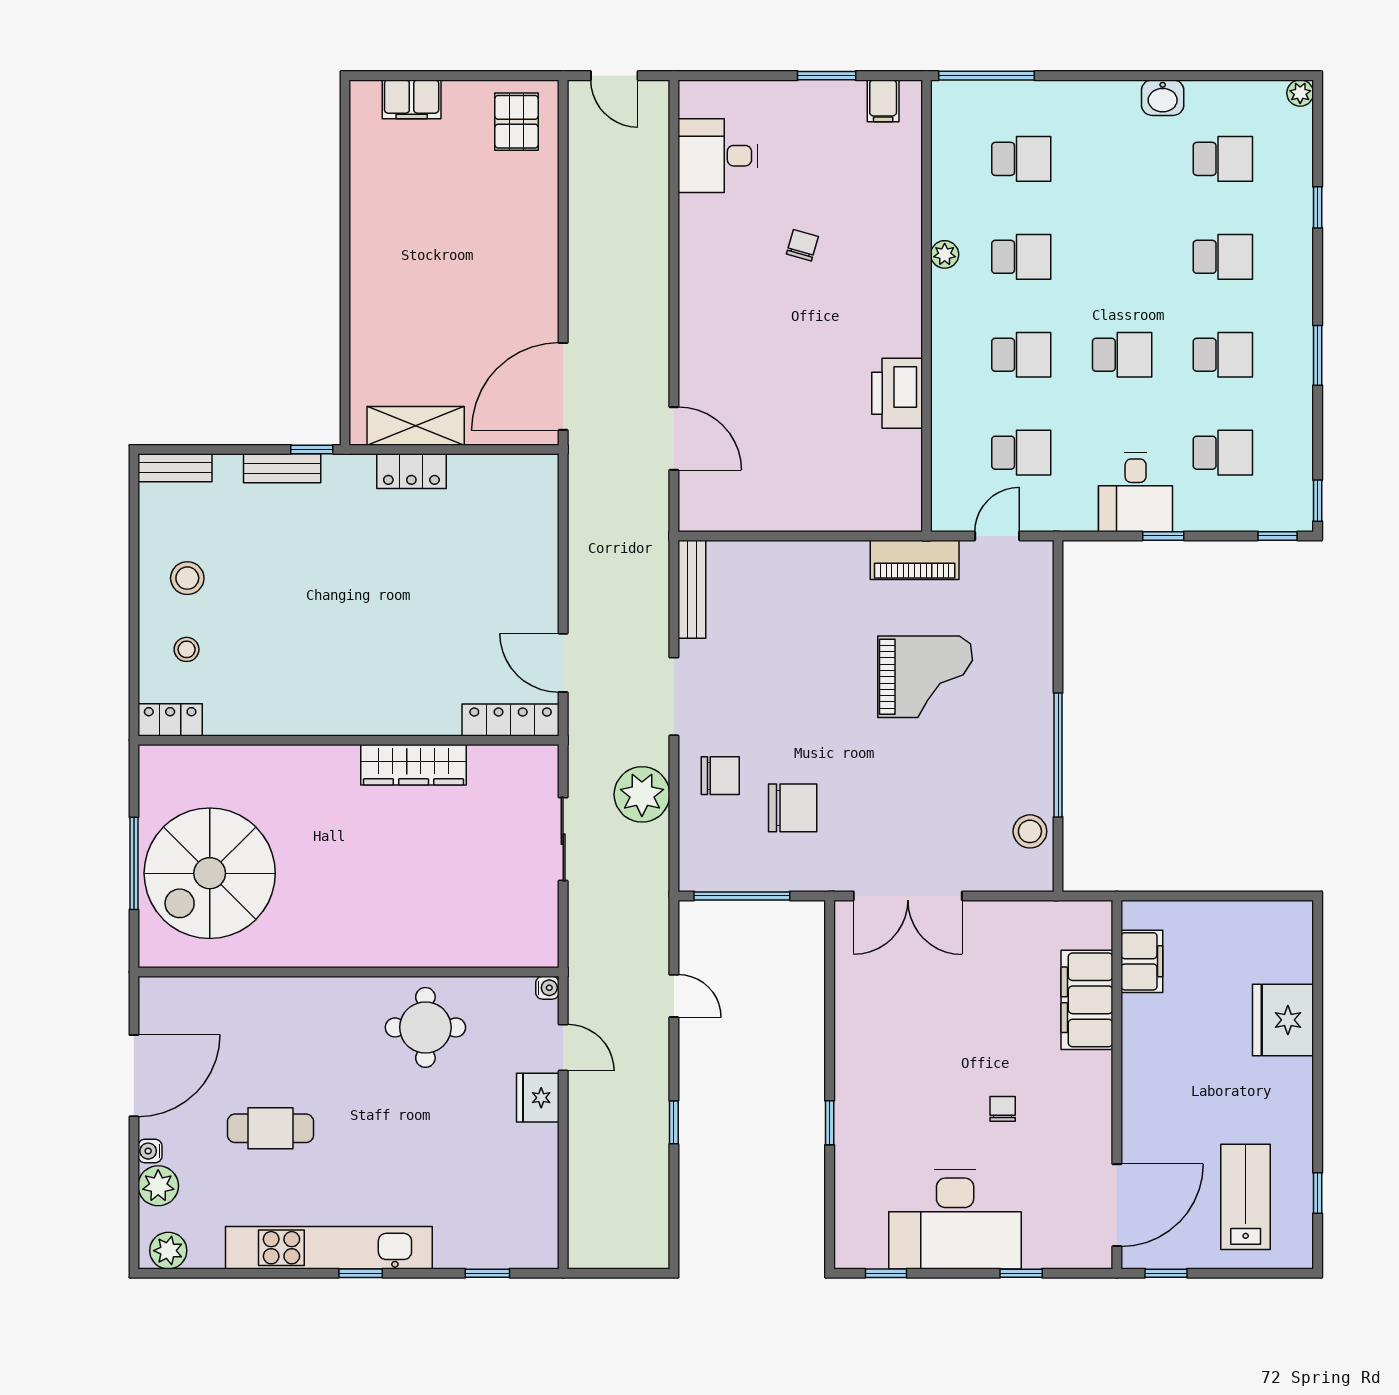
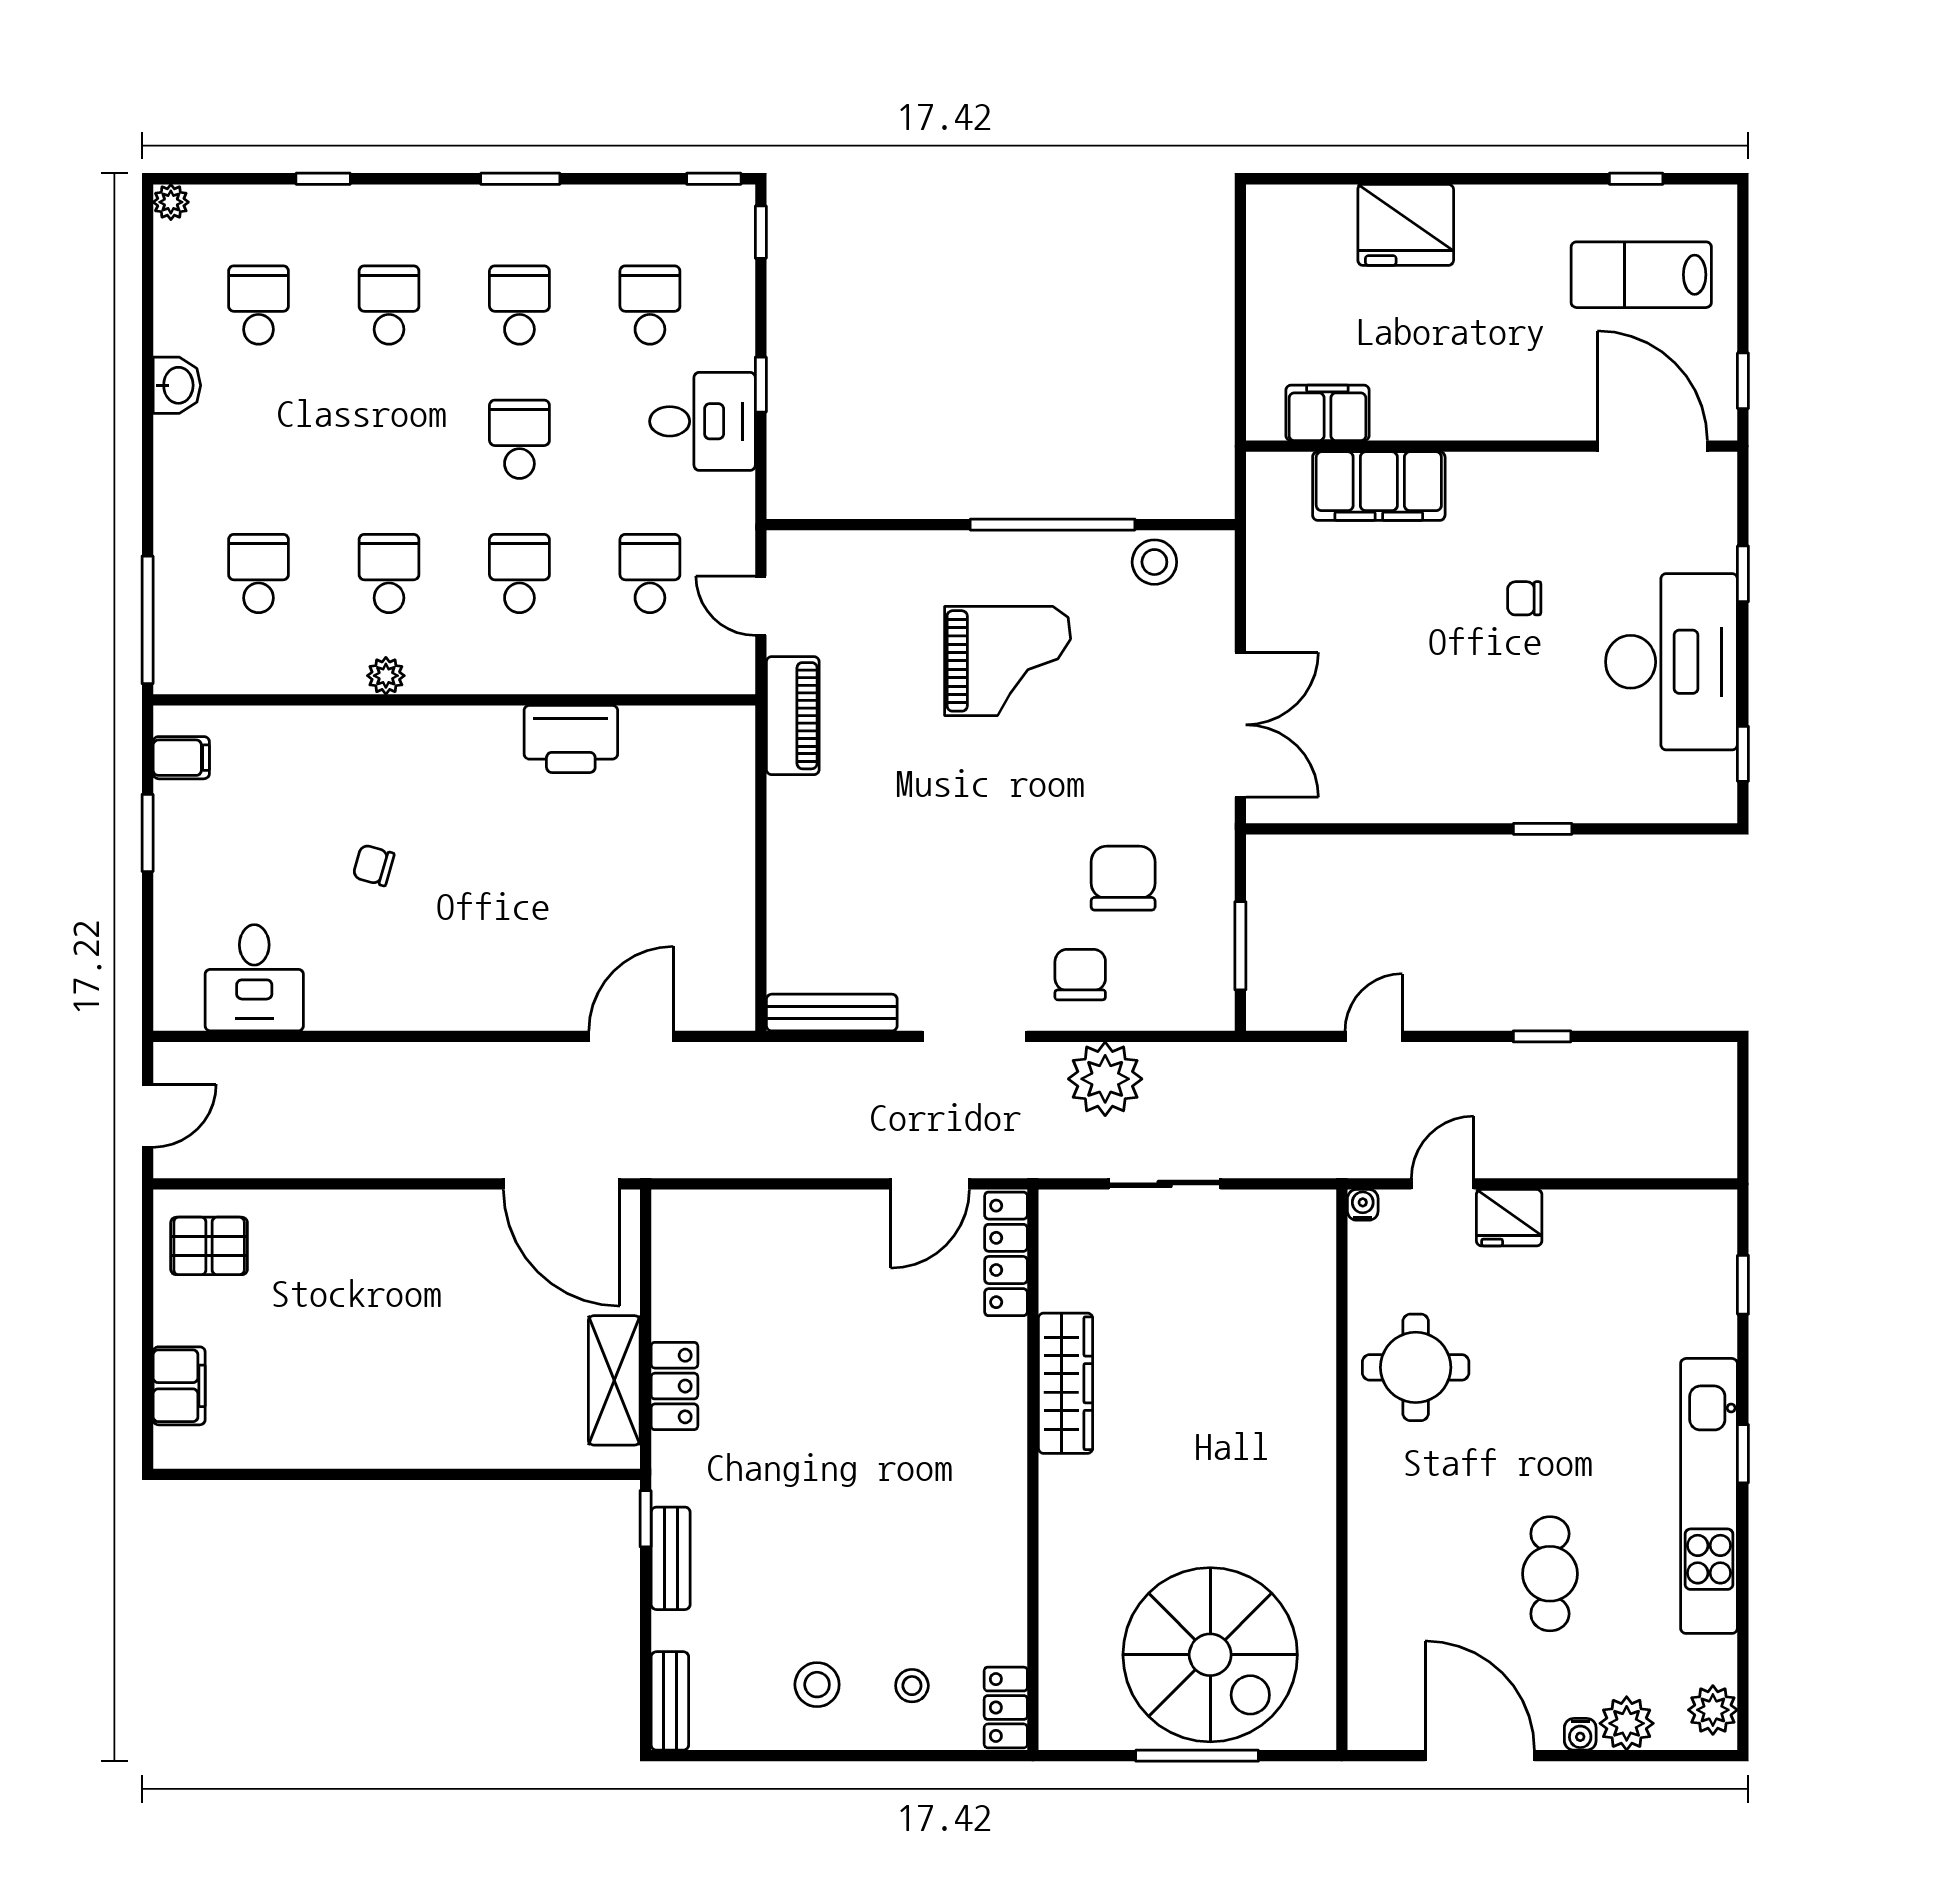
grand piano: (925, 677) -> (1008, 661), moved, turned 90
window: (742, 896) -> (1240, 946), width x0.69

